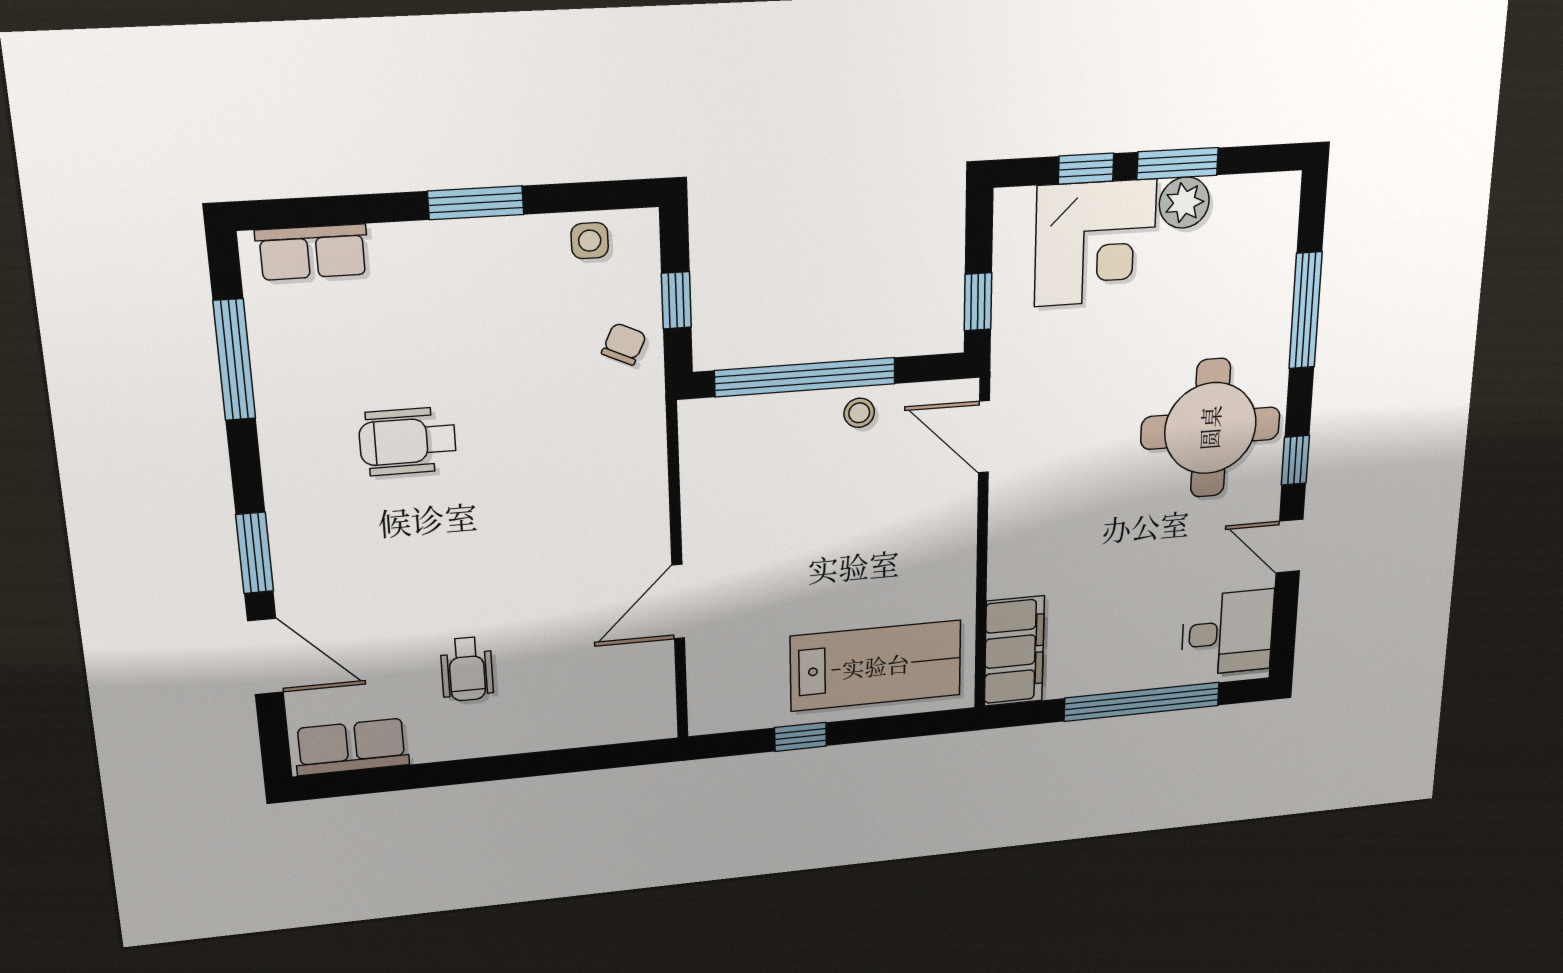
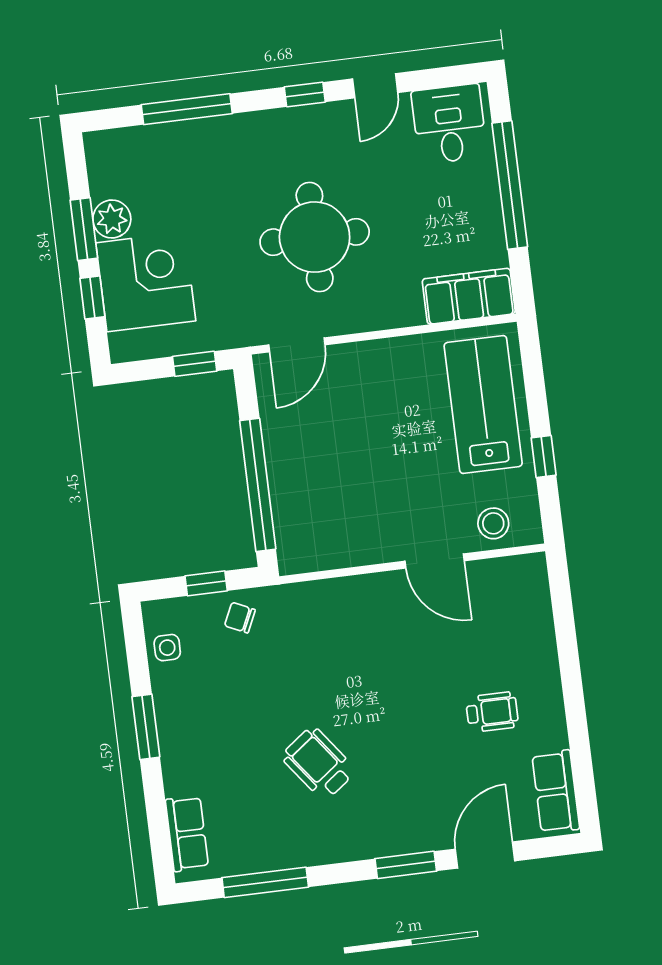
stool: (859, 413) -> (493, 523), moved, width x1.37, depth x1.37
round table: (1210, 428) -> (315, 237), moved
wheelchair: (408, 441) -> (318, 763), turned 143

